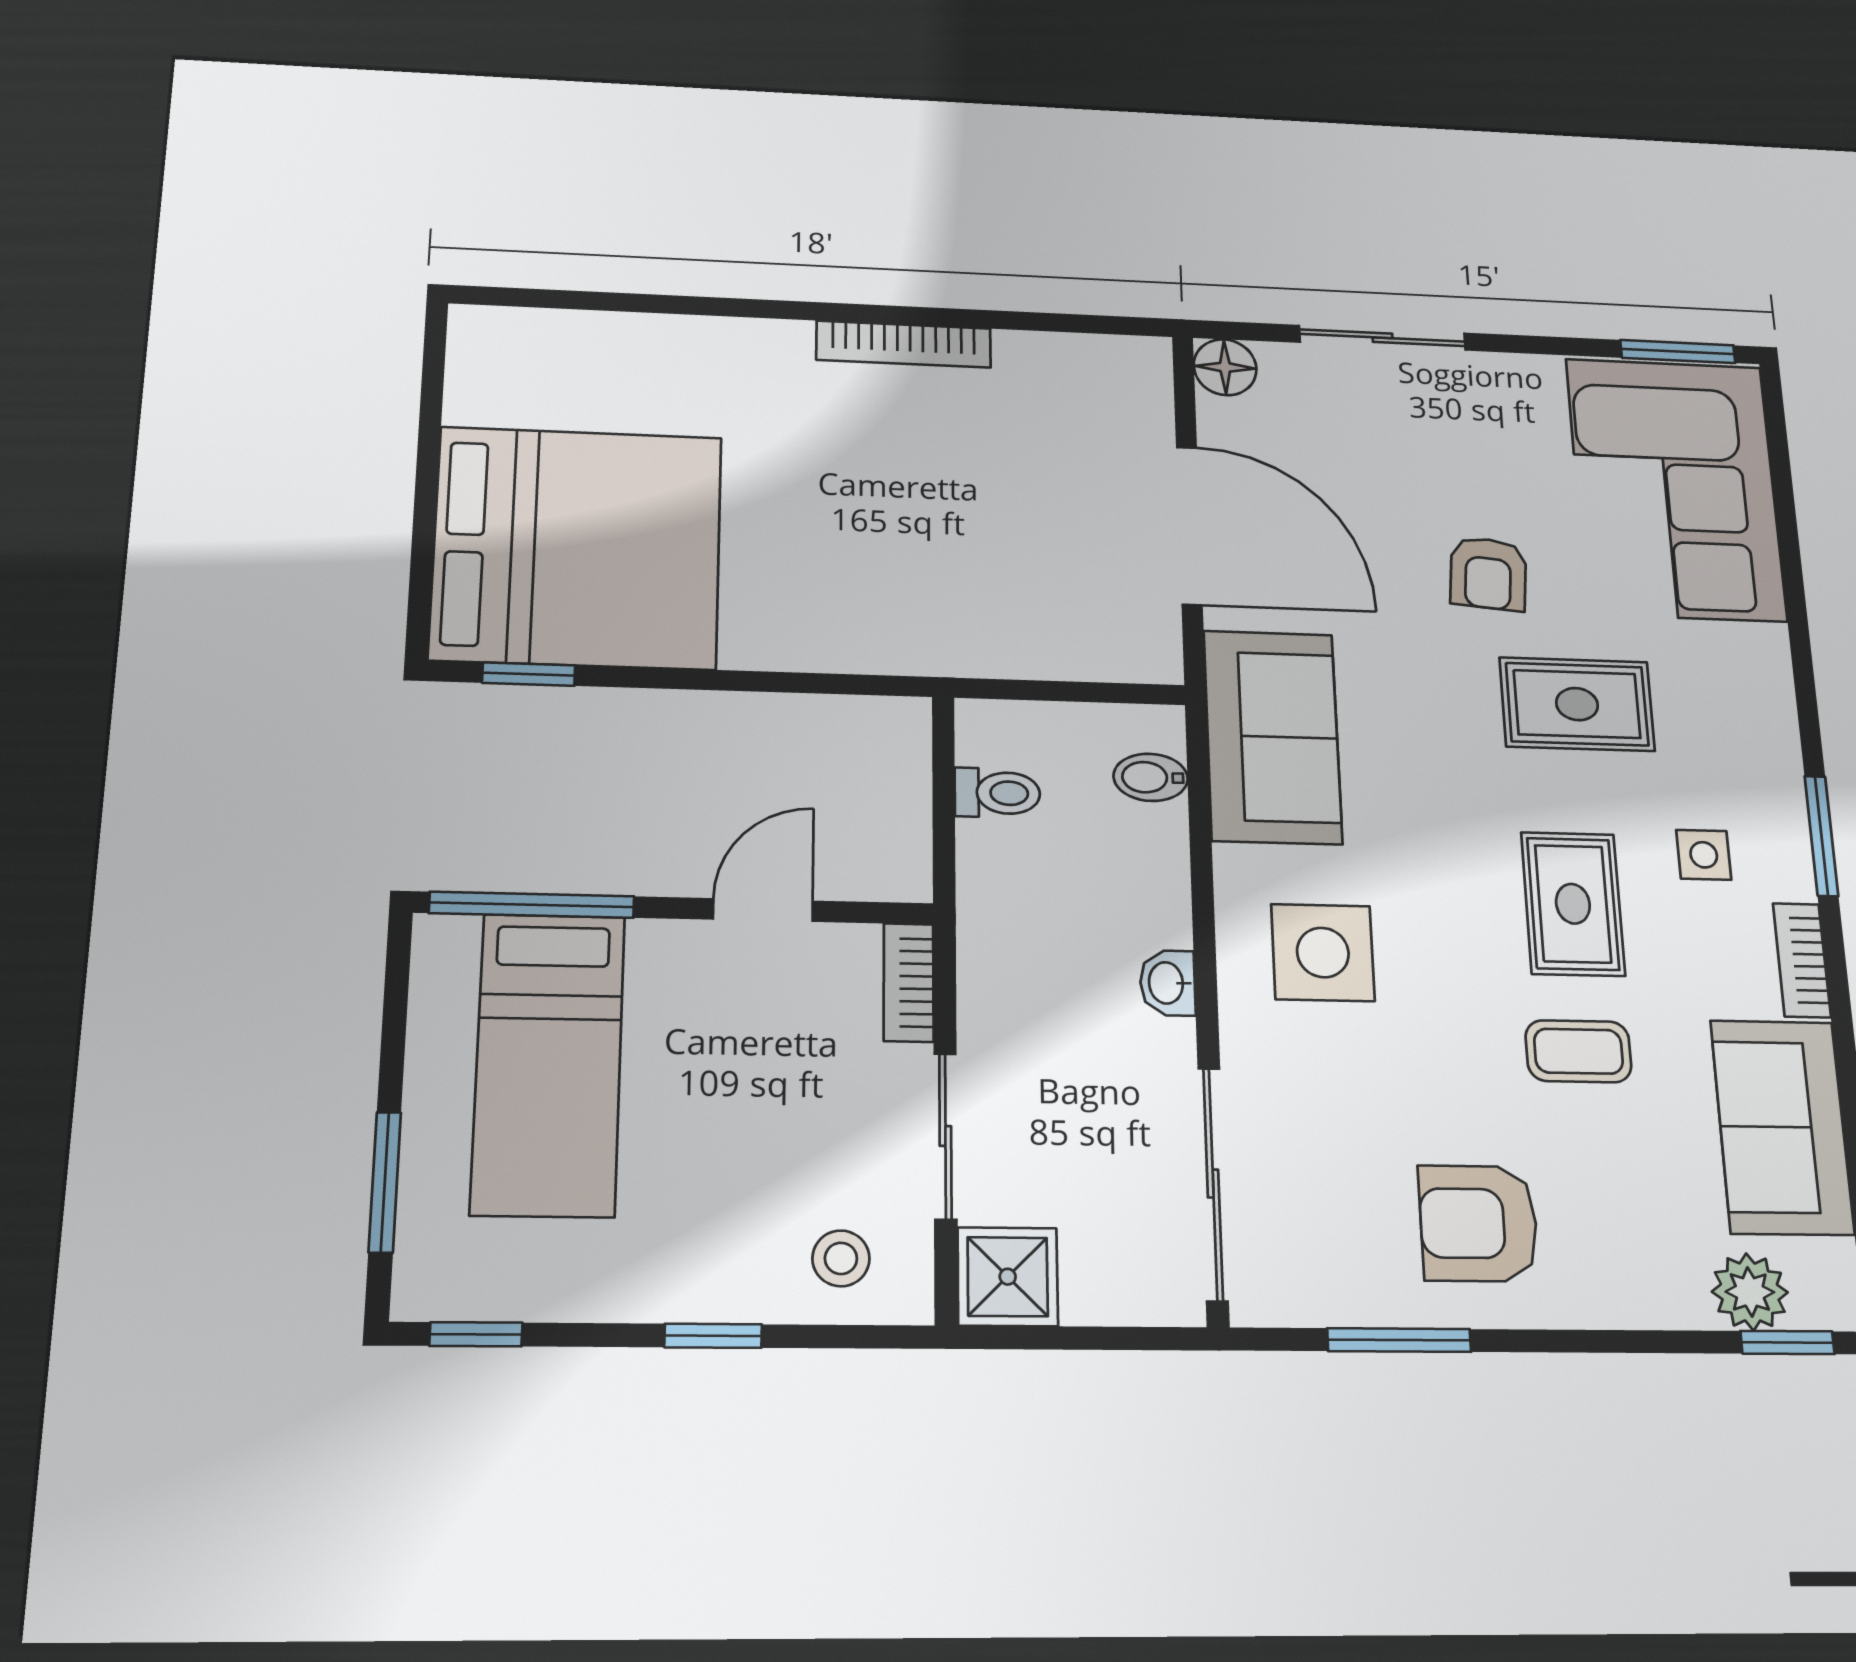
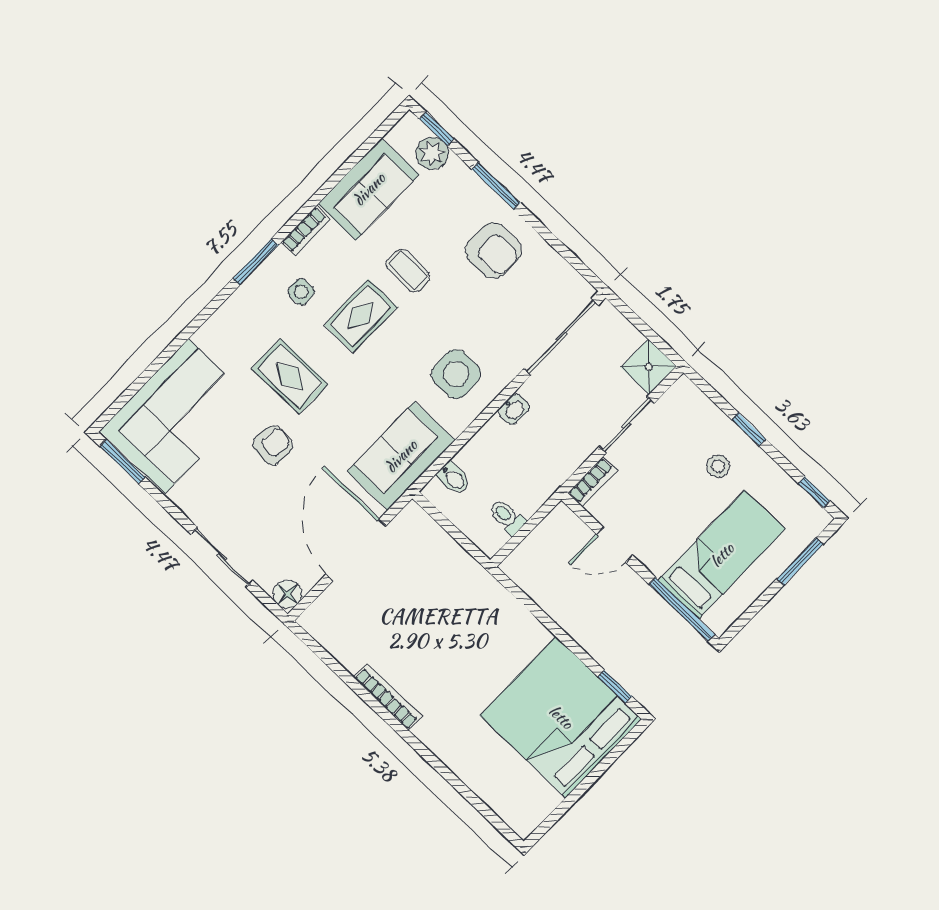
stool: (841, 1258) -> (718, 466), moved
window: (1399, 1340) -> (496, 186), moved

